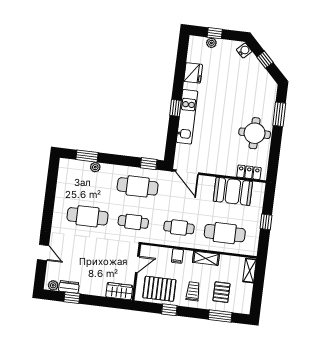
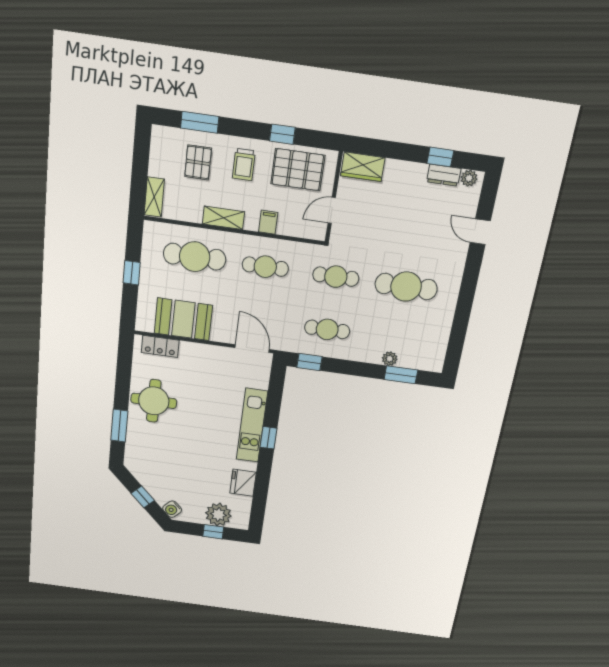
plant: (211, 43) -> (218, 514), width x1.88, depth x1.88
cafe table: (138, 186) -> (327, 329), width x0.73, depth x0.74

